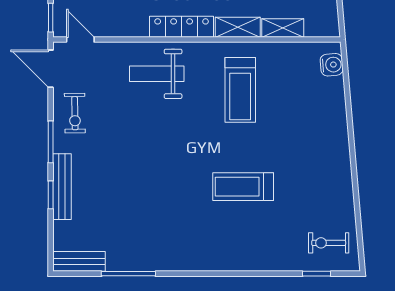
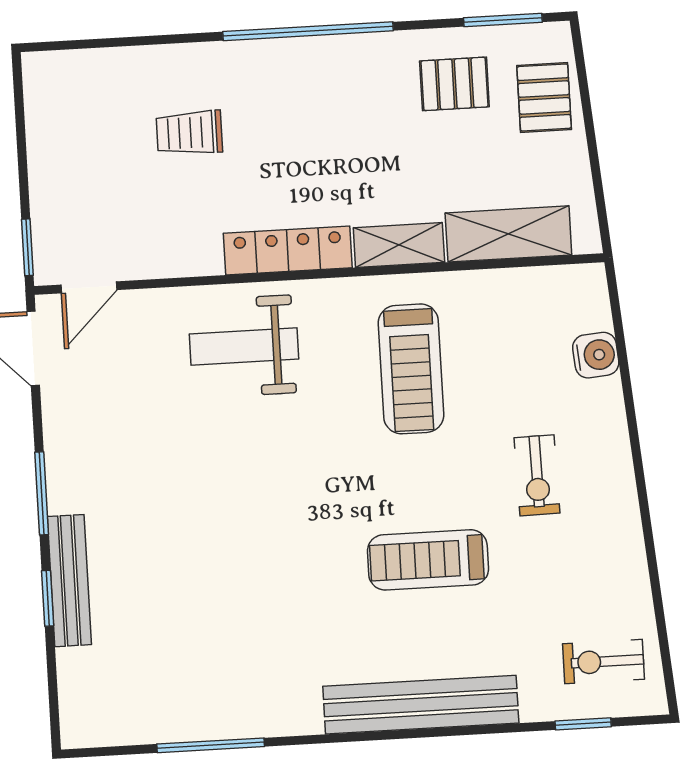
shelving: (283, 28) -> (508, 234), width x1.50, depth x1.33
door: (80, 40) -> (89, 287), swing flipped
water cooler: (332, 65) -> (596, 355), moved
exercise bike: (75, 113) -> (537, 475), moved
bench: (79, 261) -> (421, 705), moved, width x1.86, depth x1.21

